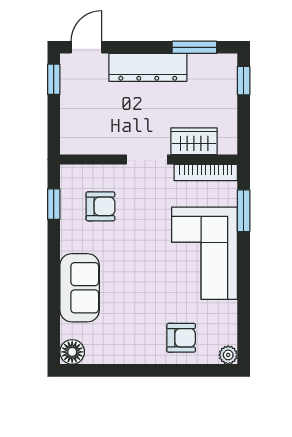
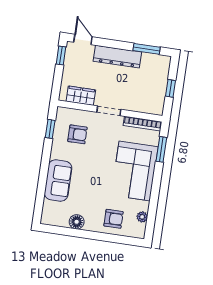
door: (86, 47) -> (83, 39), hinge flipped
window: (244, 81) -> (170, 88), moved
wardrobe: (194, 141) -> (81, 96), moved
floor lamp: (72, 352) -> (77, 222), moved
plant: (228, 355) -> (142, 217), moved

